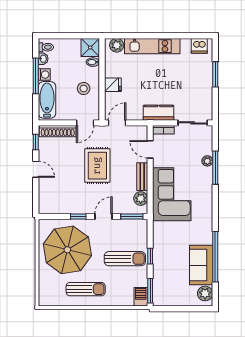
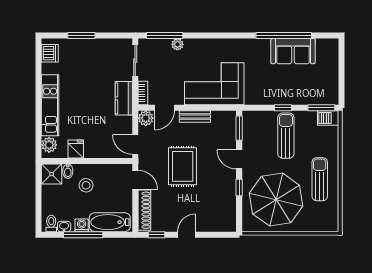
fridge: (113, 85) -> (76, 149), moved
stool: (84, 88) -> (86, 185), moved
rug: (97, 166) -> (183, 166), turned 90
window: (215, 168) -> (165, 36), moved
plant: (141, 199) -> (146, 118), moved
plant: (205, 293) -> (324, 47), removed

